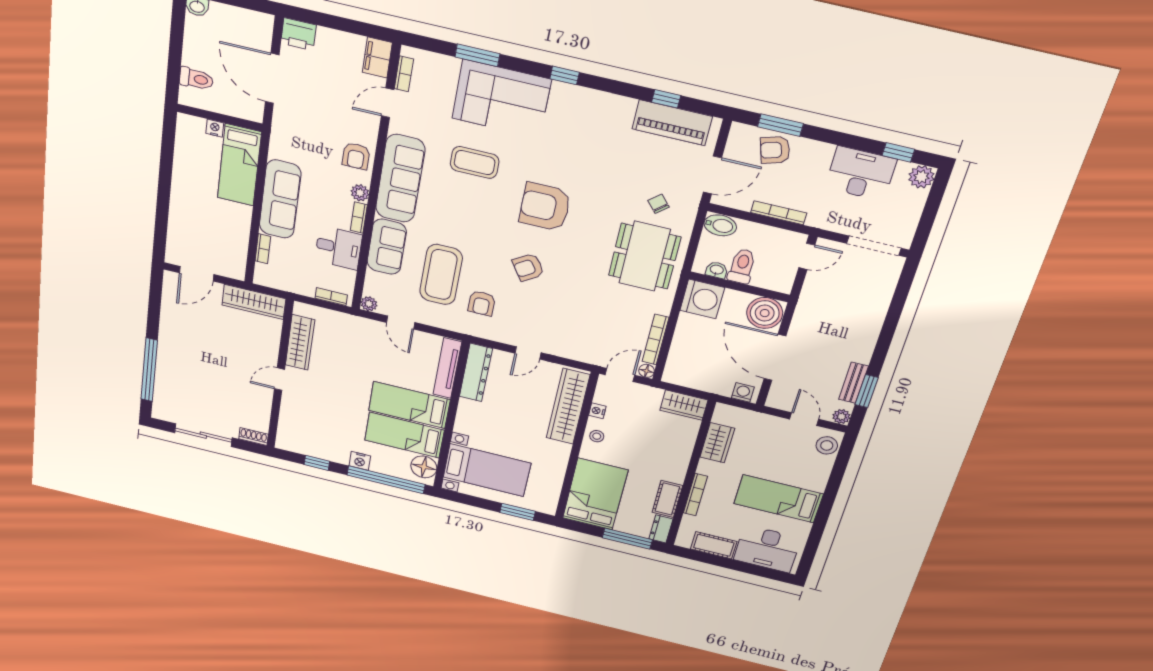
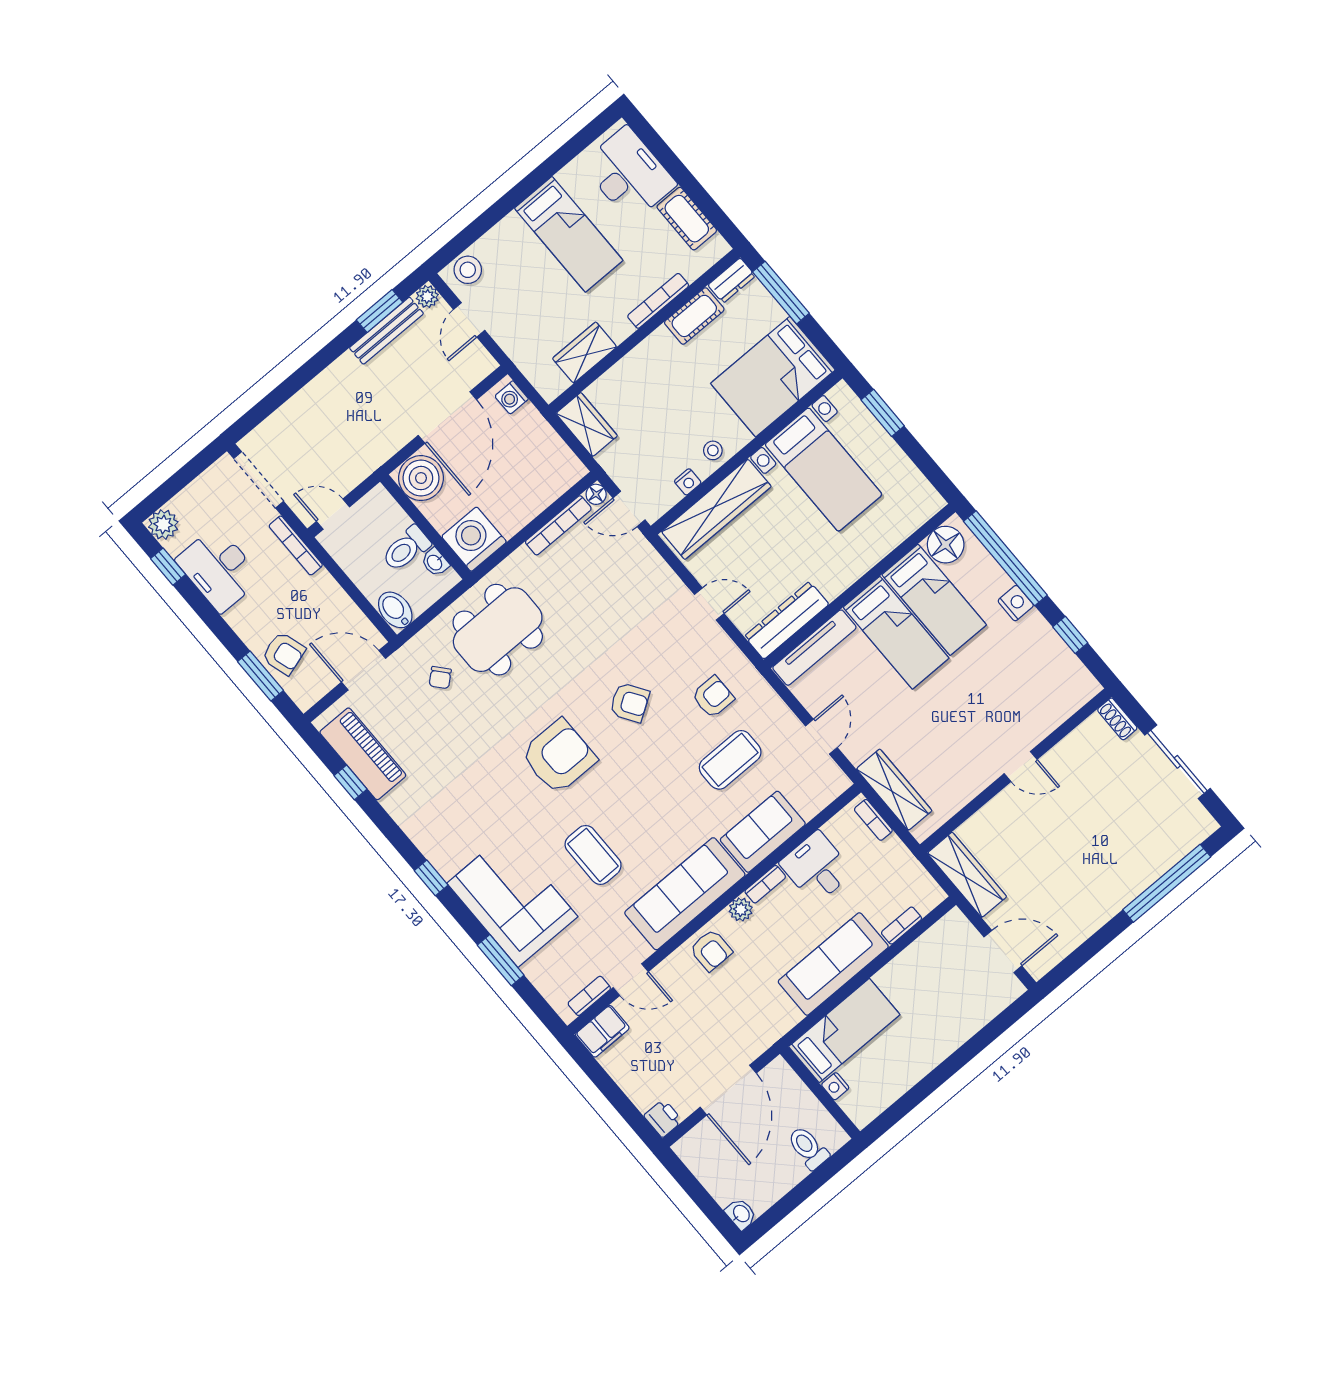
printer: (298, 34) -> (663, 1118), width x0.73, depth x0.81
armchair: (356, 156) -> (711, 950), turned 90
armchair: (545, 207) -> (559, 757), turned -90
bookcase: (779, 213) -> (296, 545), moved
coffee table: (441, 275) -> (730, 760), width x0.73, depth x0.76
plant: (369, 304) -> (838, 782), removed
wardrobe: (300, 342) -> (894, 790), moved, turned 90
bench: (853, 383) -> (386, 331), width x1.36
bed with nightstands: (487, 470) -> (823, 470), moved, turned 180

